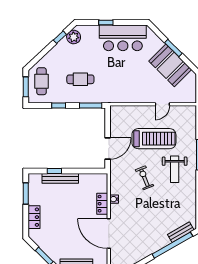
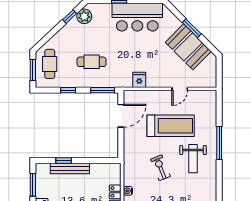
fridge: (125, 96) -> (139, 80), added
door: (108, 148) -> (121, 116), moved

